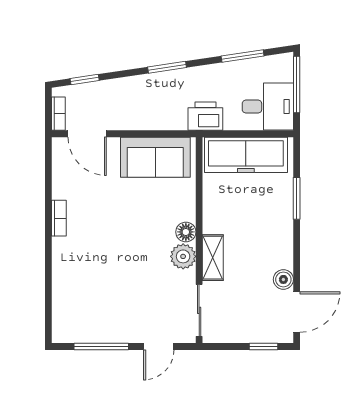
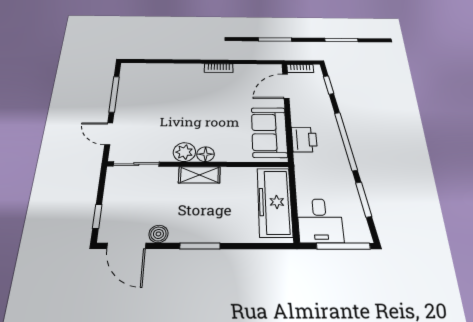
window: (167, 67) -> (346, 141), width x2.11
printer: (205, 116) -> (304, 140), moved
window: (297, 198) -> (200, 246), moved
shelving: (213, 258) -> (199, 175), moved

